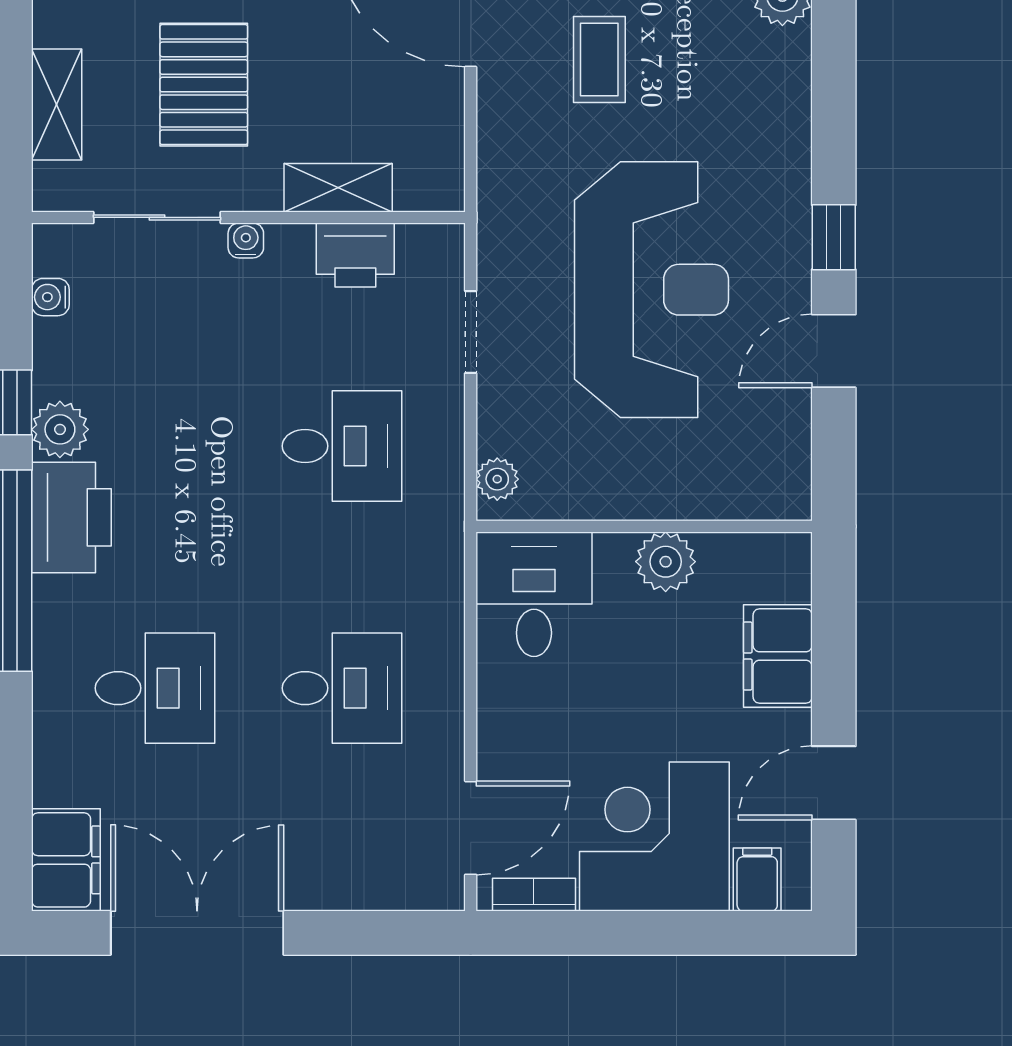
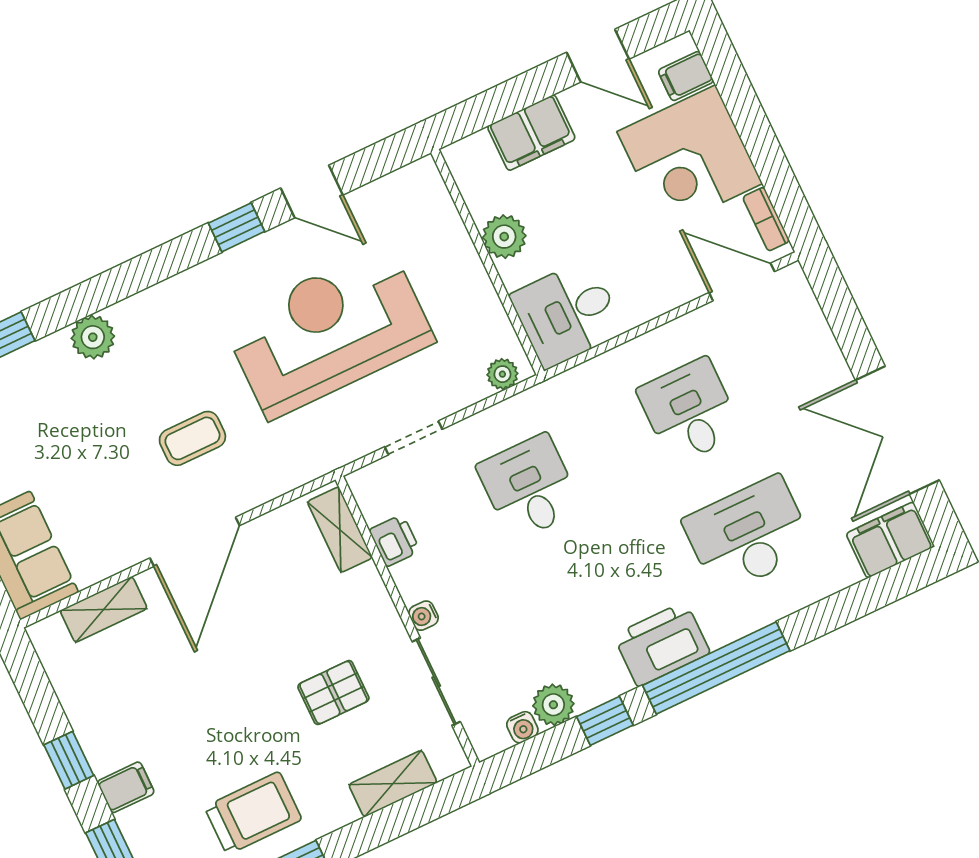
pallet: (204, 85) -> (333, 692), width x0.67, depth x0.71
shelving: (338, 188) -> (340, 530), moved
printer: (355, 255) -> (395, 540), width x0.73, depth x0.81
plant: (60, 429) -> (553, 705), moved
desk: (155, 688) -> (748, 535), width x1.37

